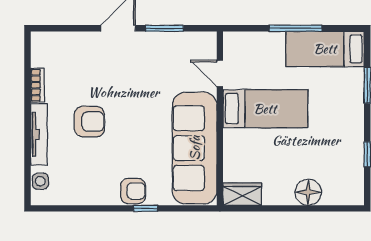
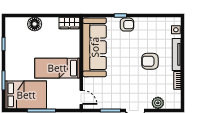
plant: (75, 43) -> (158, 103), added
bed: (325, 49) -> (26, 95), width x1.50
door: (220, 74) -> (81, 97), moved
armchair: (133, 191) -> (127, 25), turned 180

